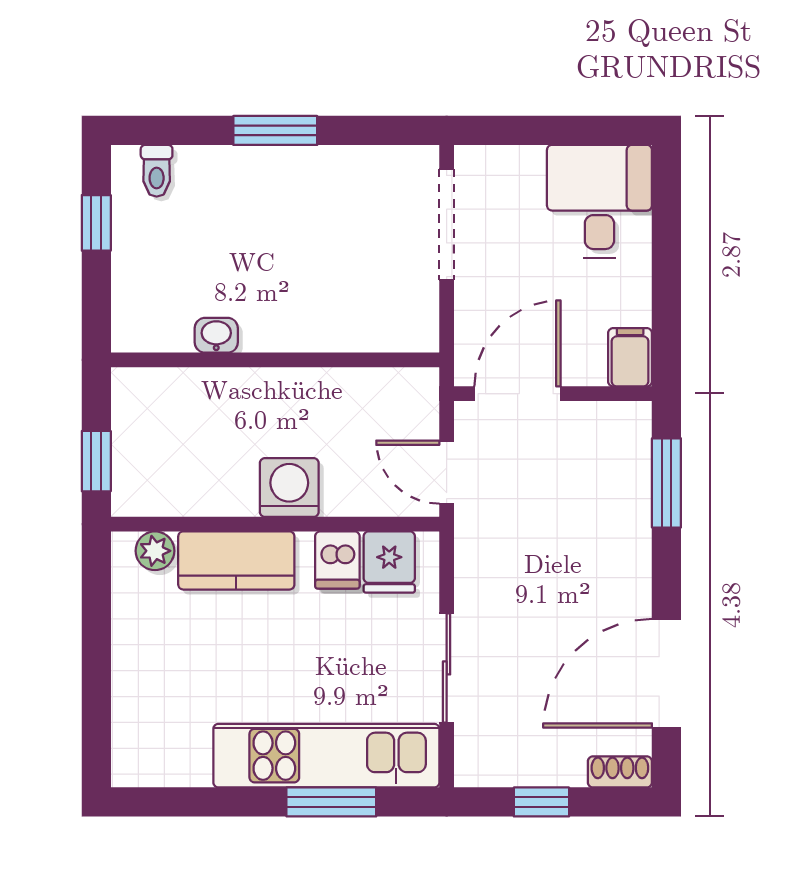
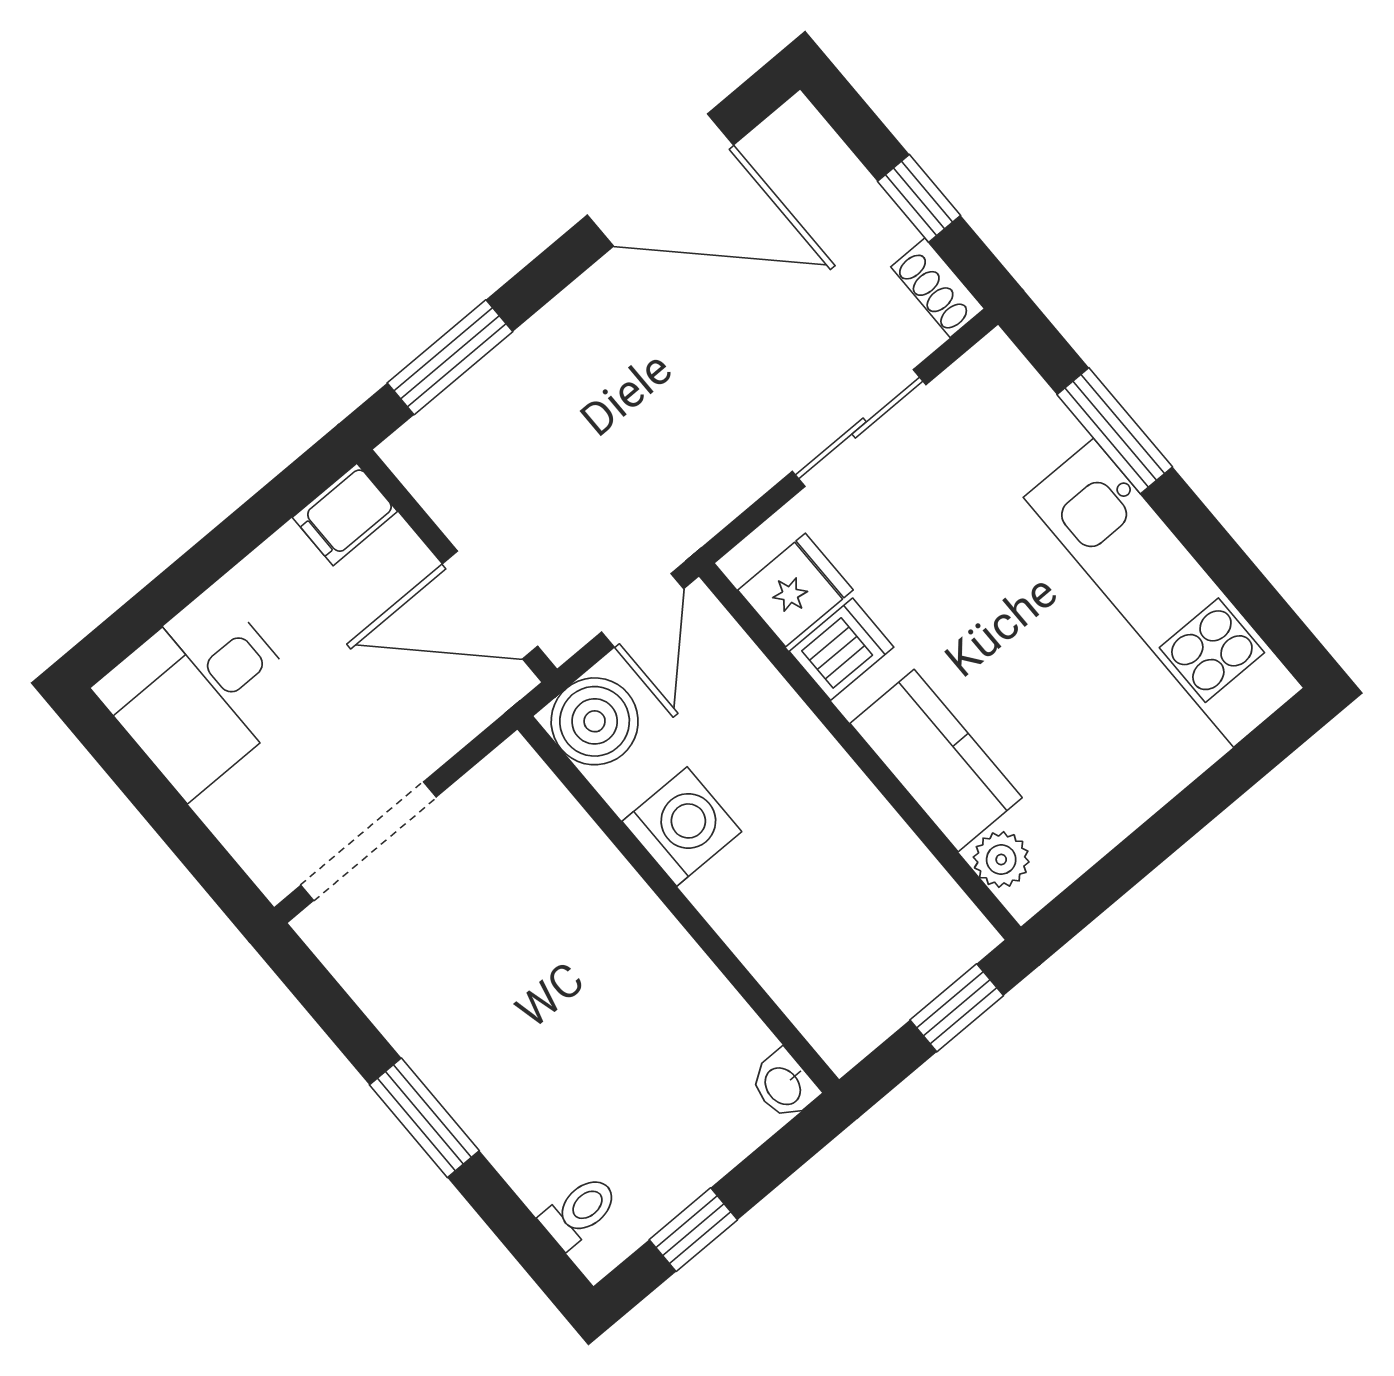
washbasin: (216, 335) -> (784, 1085), moved
boiler: (409, 397) -> (595, 721), added
washing machine: (289, 487) -> (682, 826), moved, turned 180
kitchen unit: (326, 756) -> (1164, 593), moved
shoe rack: (620, 772) -> (938, 288), moved

